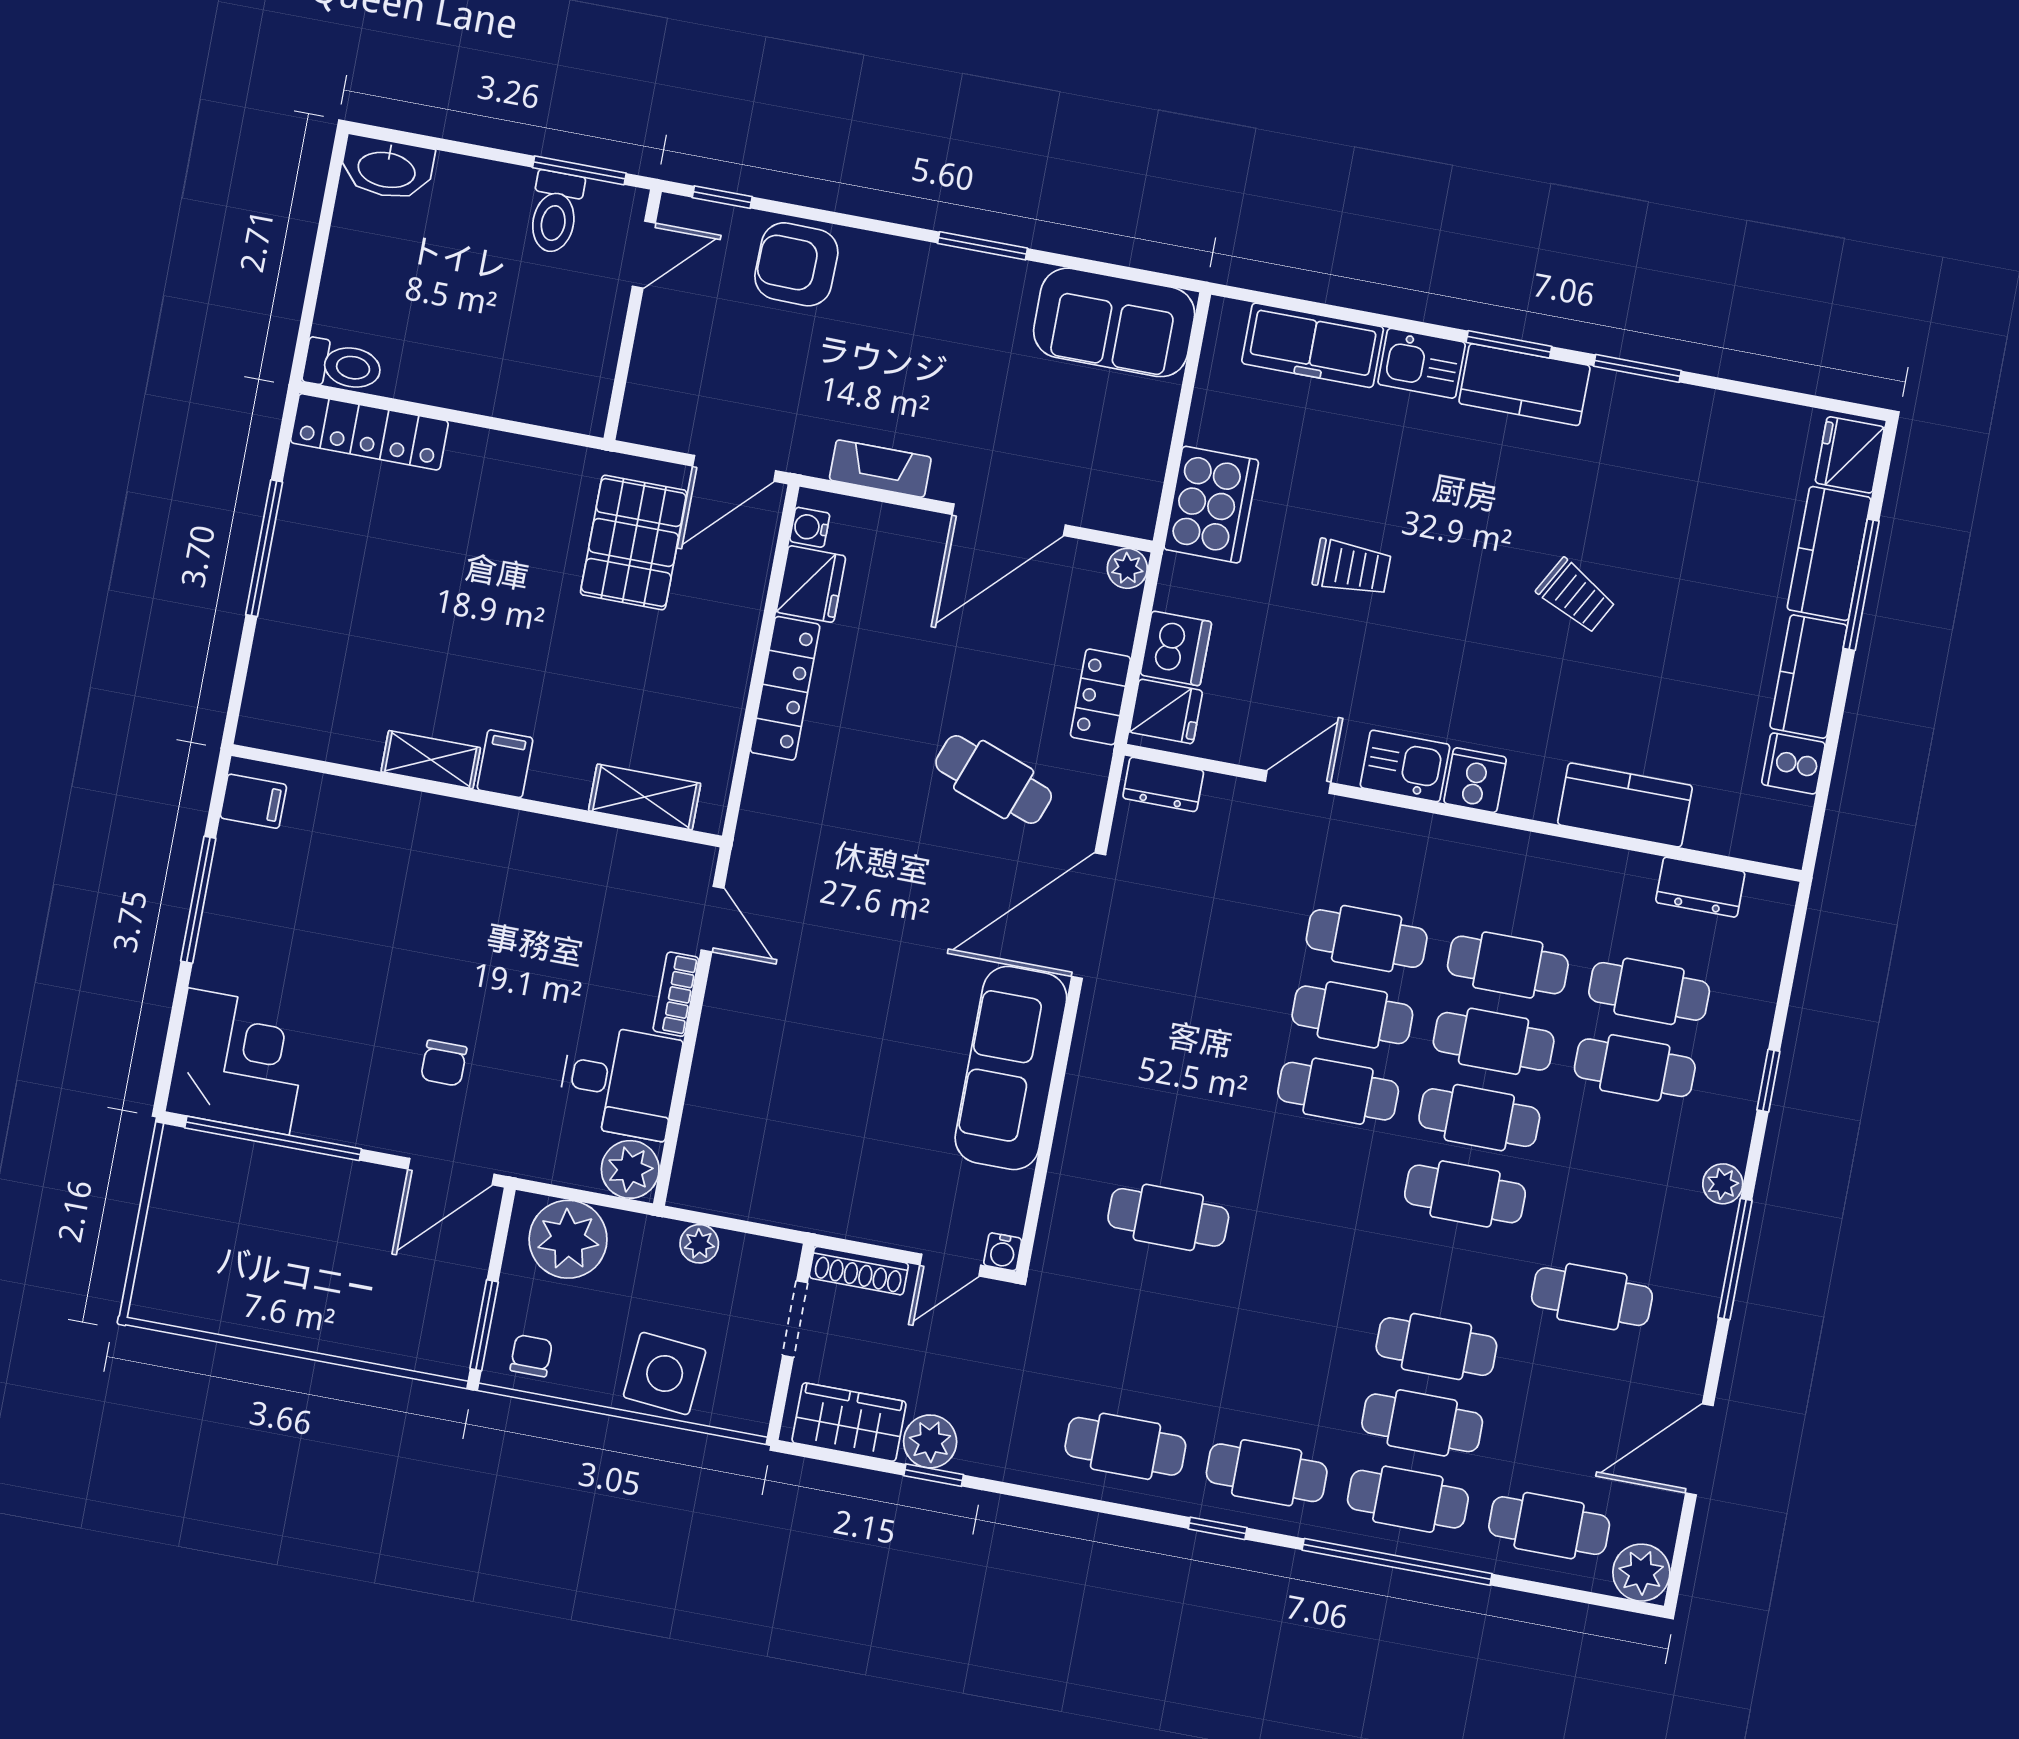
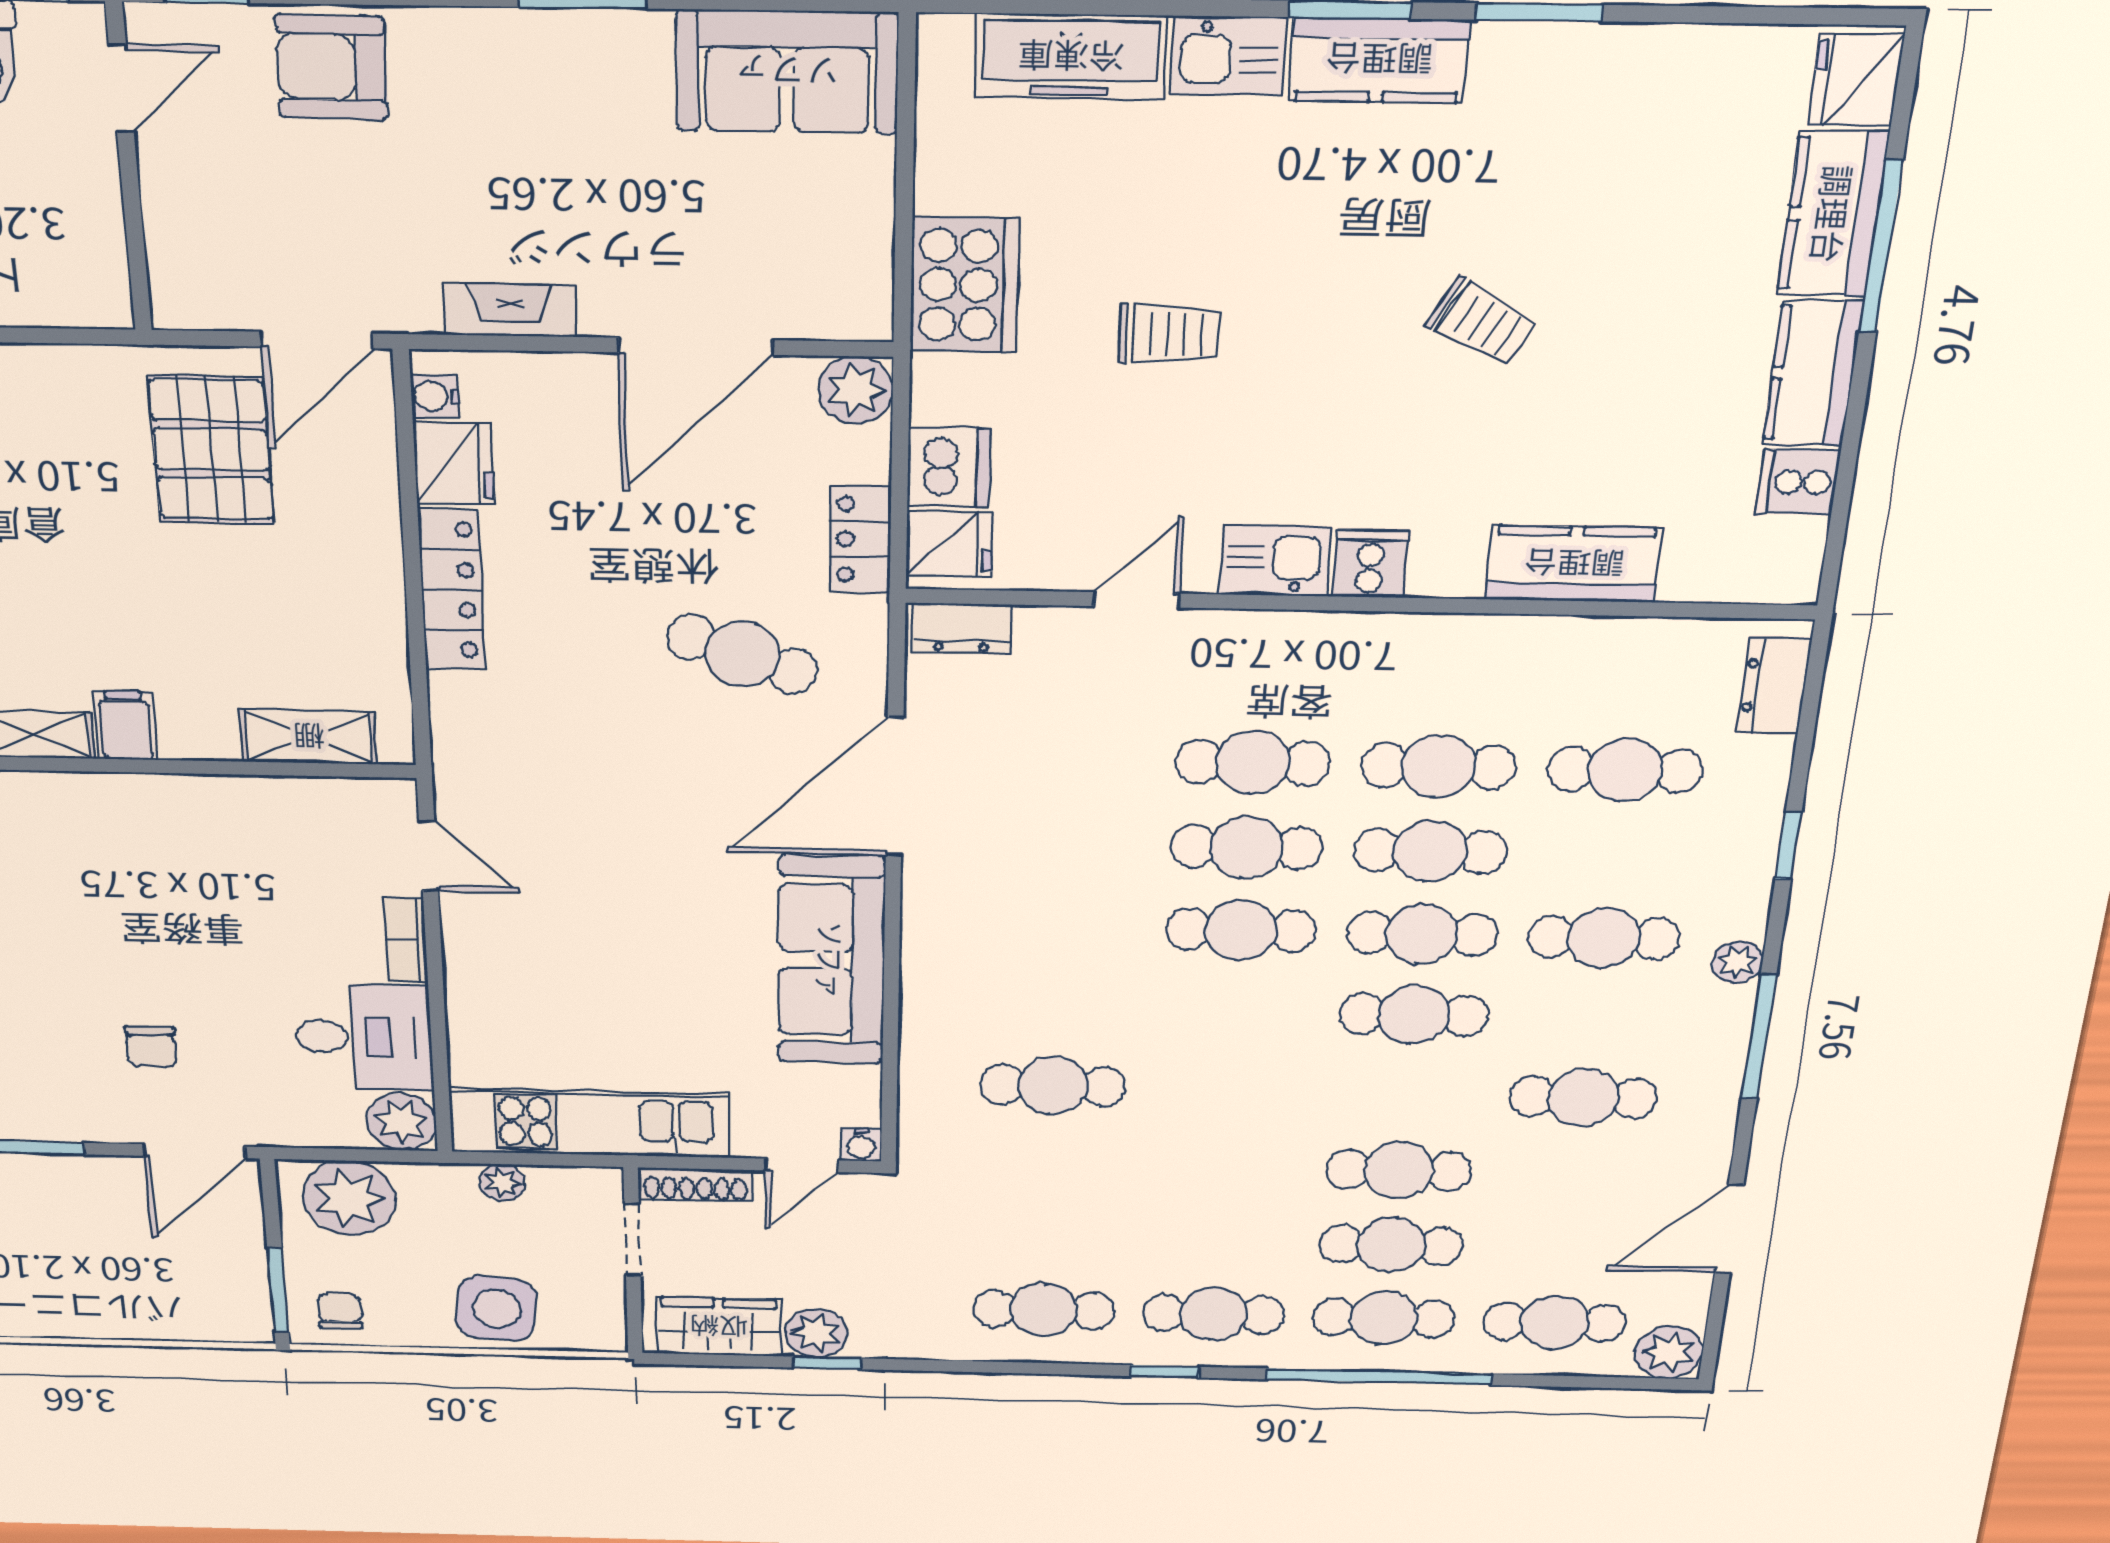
plant: (1127, 568) -> (856, 390), width x1.38, depth x1.38
dresser: (1700, 887) -> (1774, 686), moved, turned 90
cafe table: (1635, 1068) -> (1604, 938), moved
kitchen unit: (785, 1195) -> (590, 1123), added

